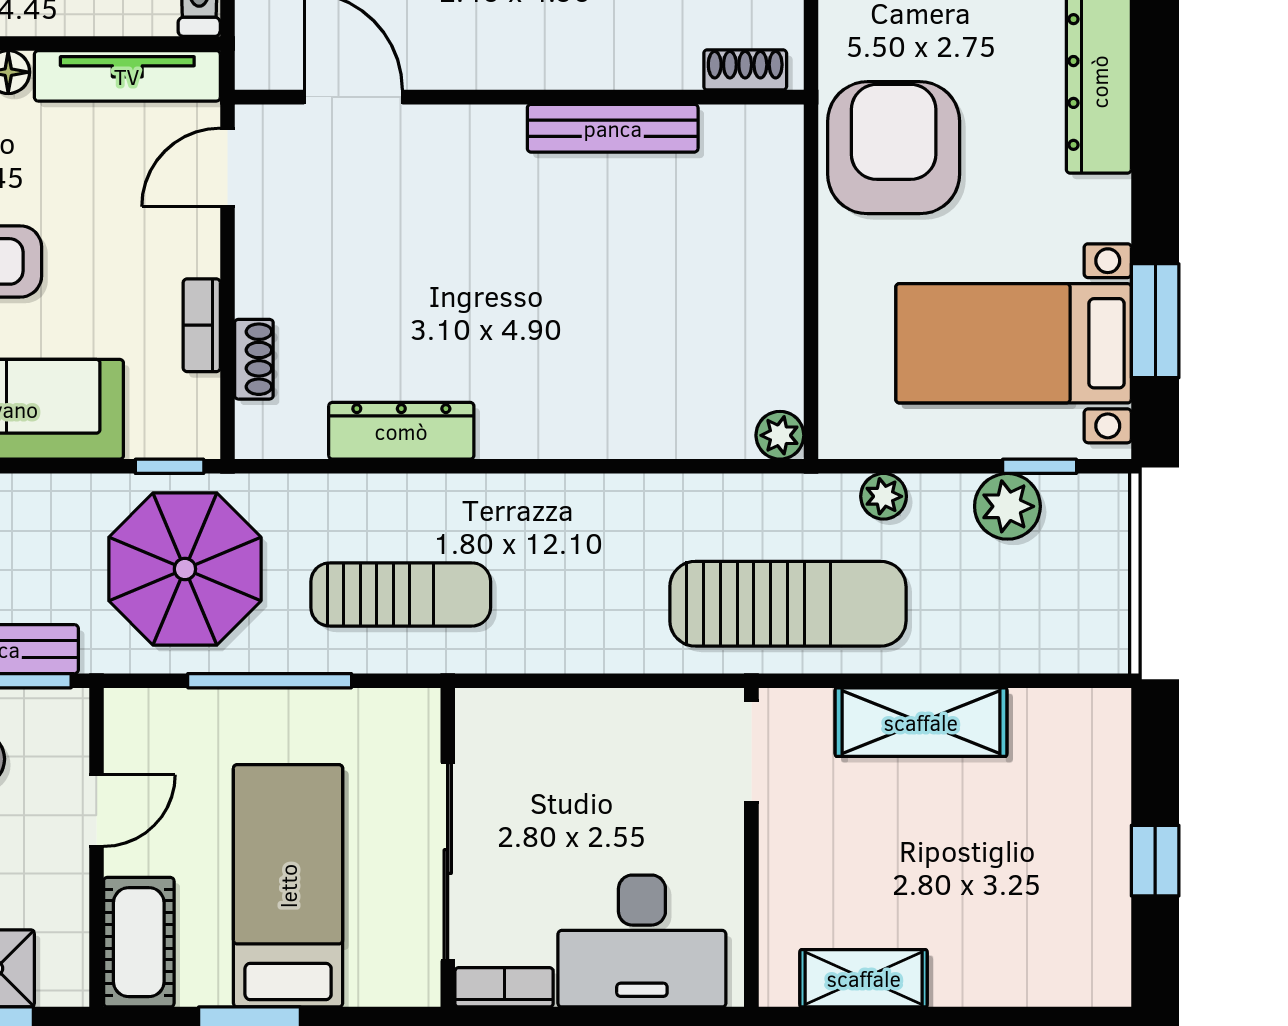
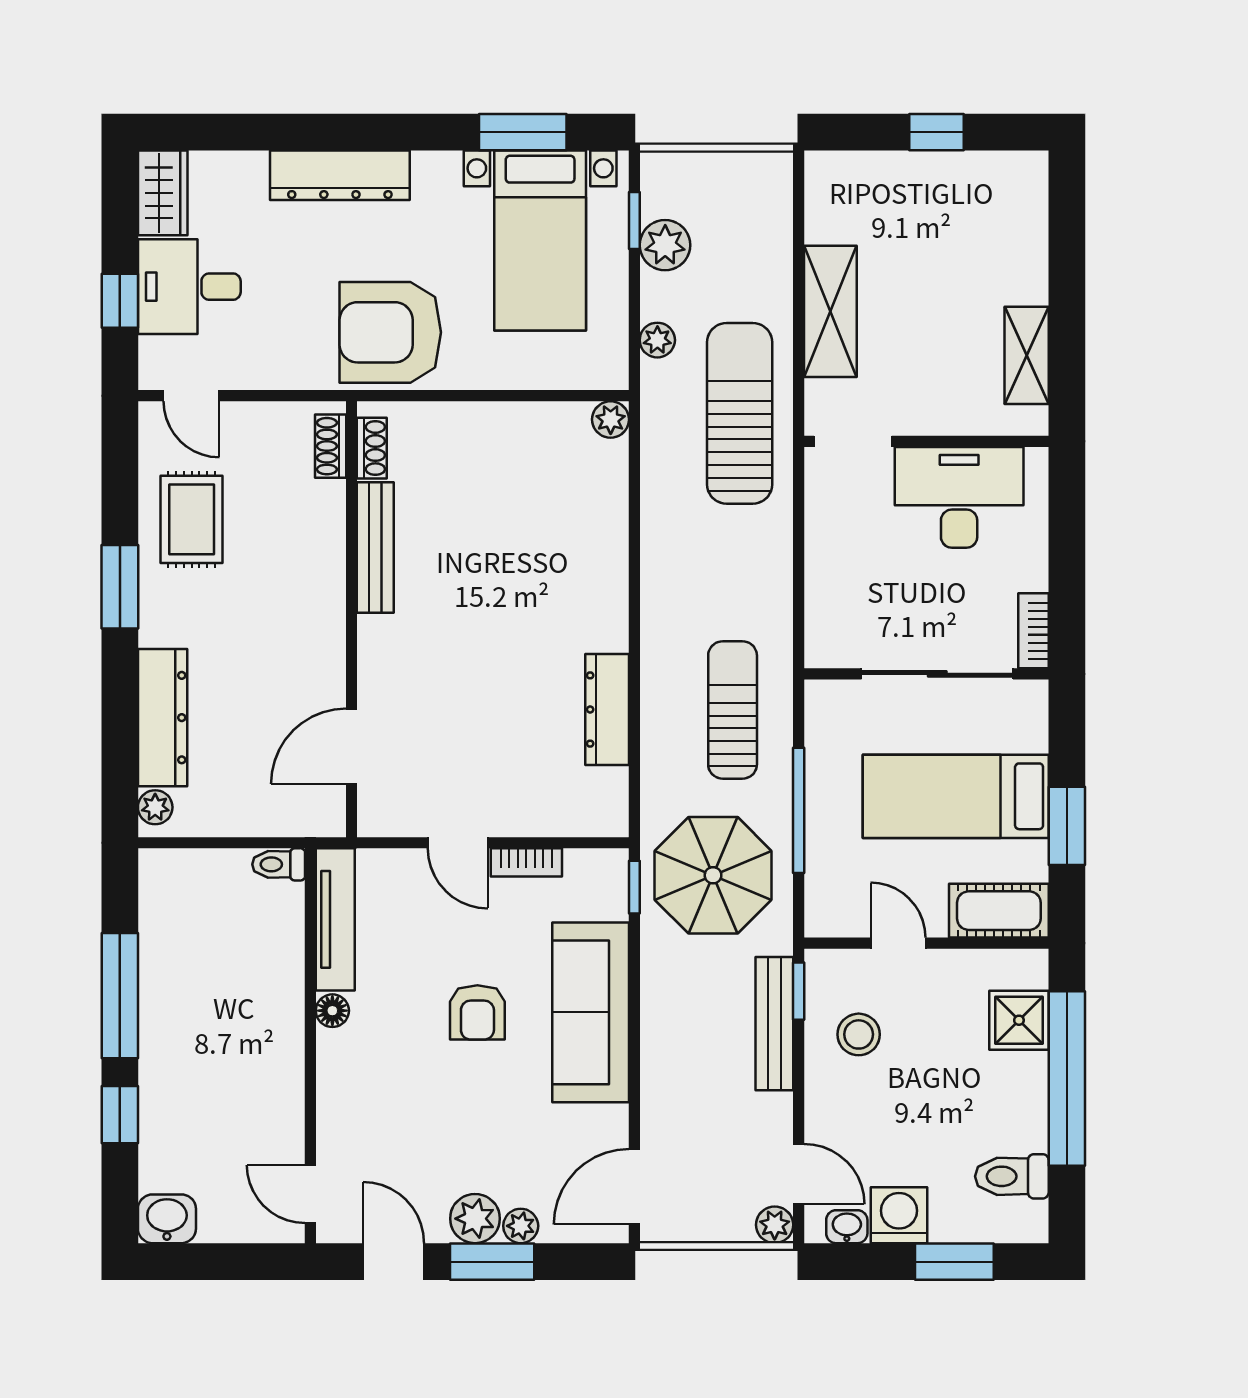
door: (227, 167) -> (458, 843), moved
shoe rack: (254, 359) -> (372, 448), moved, turned 90
desk: (642, 941) -> (959, 497), moved, turned -90

